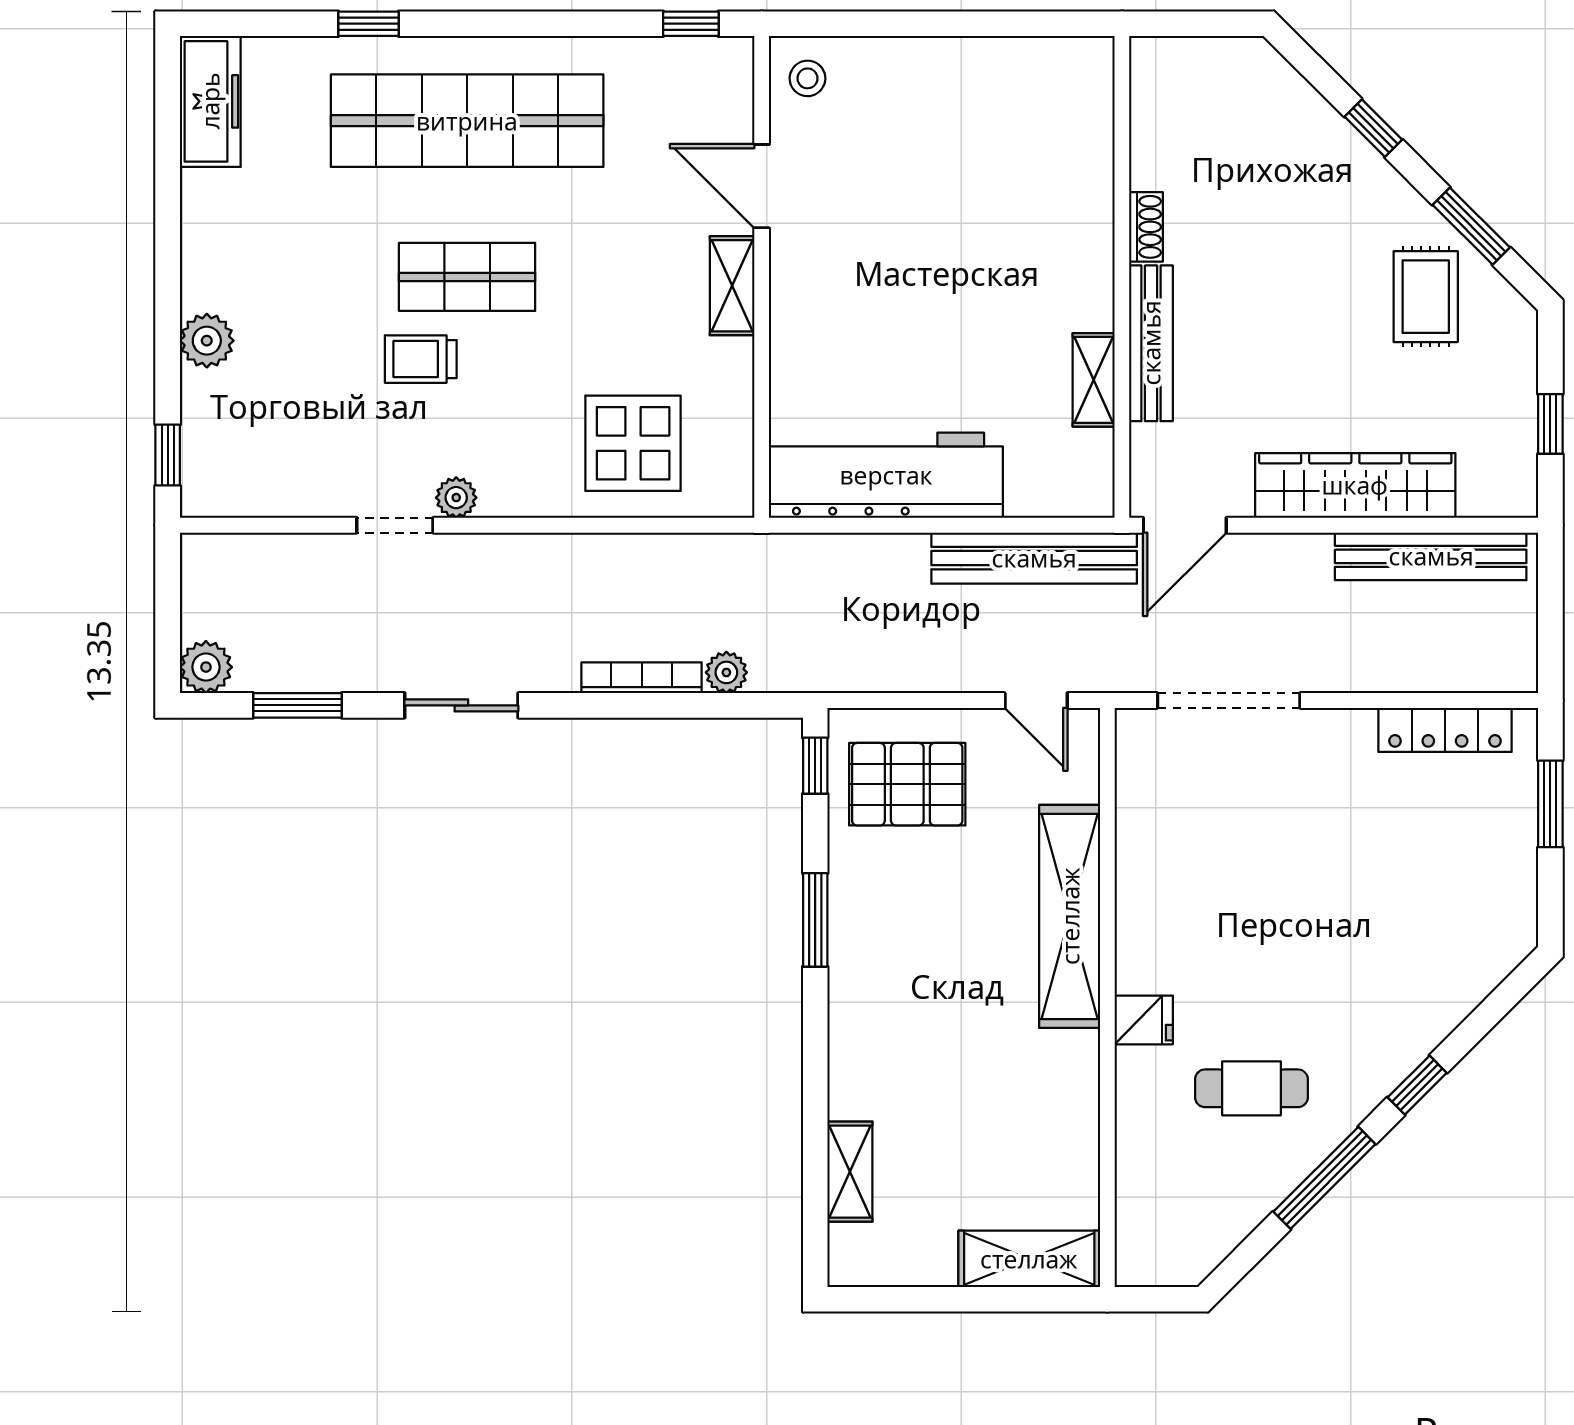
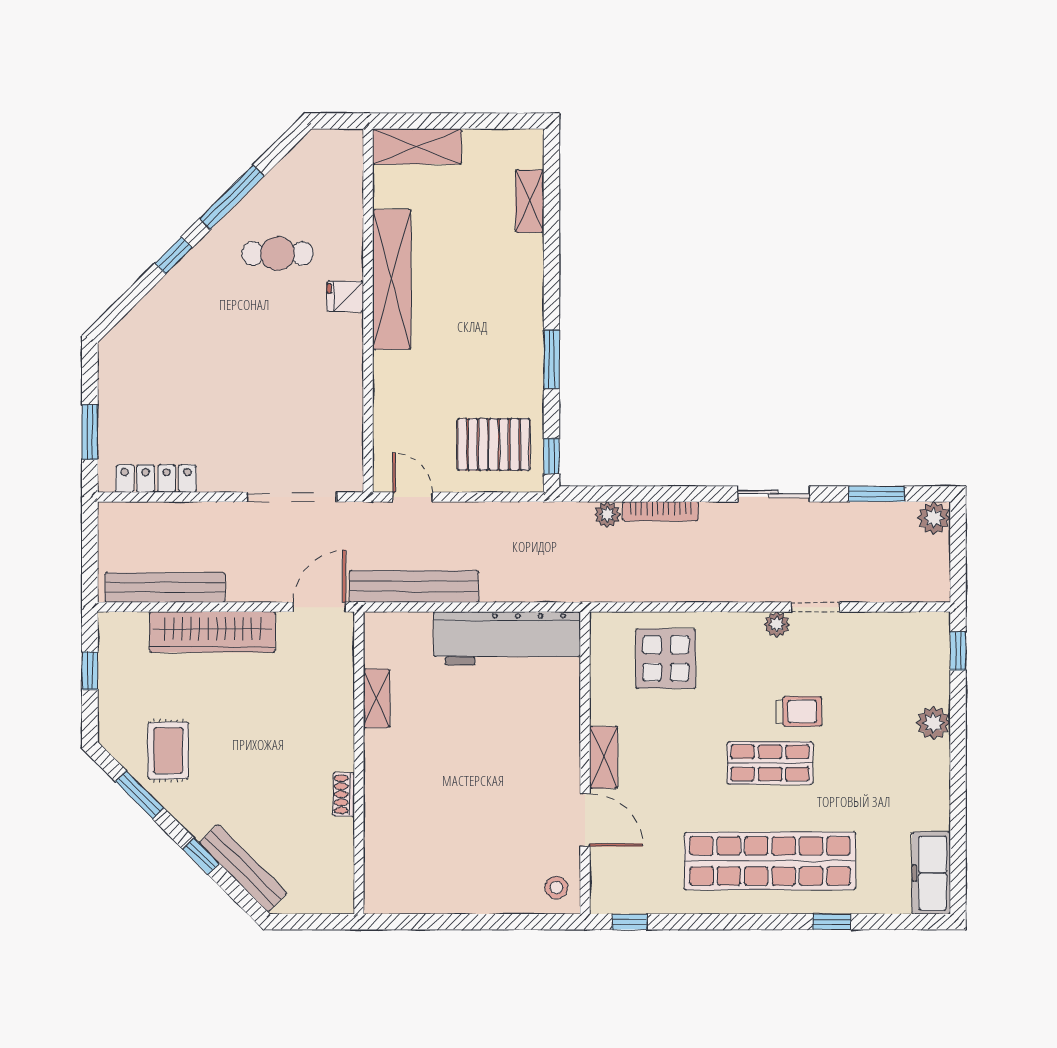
bench: (1151, 343) -> (243, 868), moved, turned -45
shelving: (1070, 916) -> (392, 279), moved

